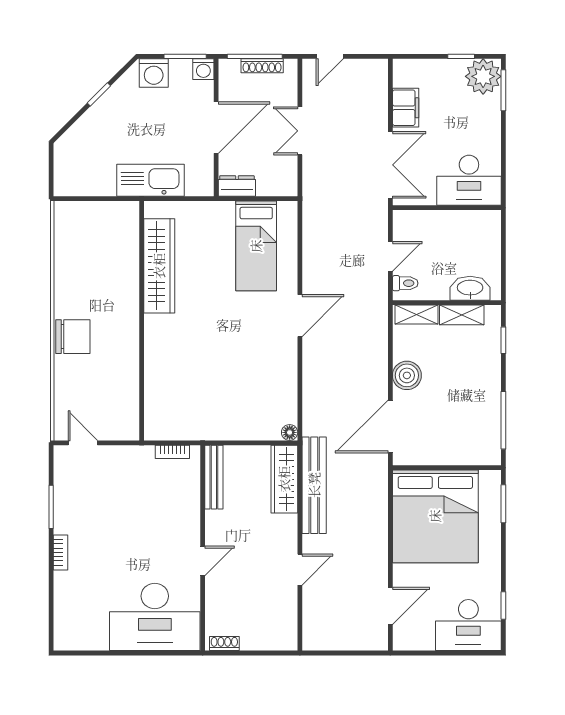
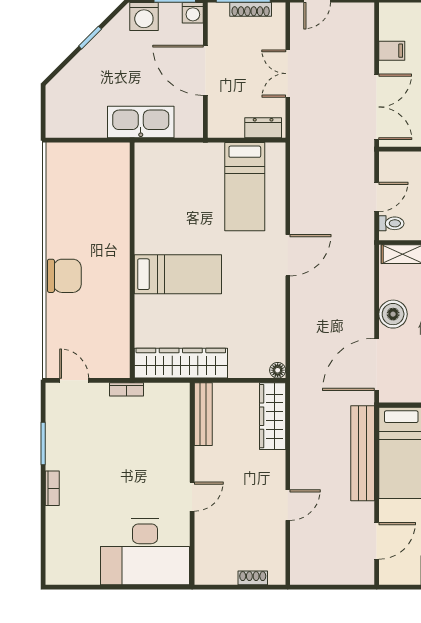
filing cabinet: (406, 108) -> (392, 51), width x0.50
door: (216, 128) -> (205, 70), swing flipped
dresser: (237, 186) -> (263, 128), moved
wardrobe: (159, 266) -> (181, 363), moved, turned -90
bed: (188, 335) -> (178, 274), added
bookcase: (172, 452) -> (127, 389), moved
bench: (314, 485) -> (363, 453), moved
shoe rack: (224, 644) -> (253, 578), moved

